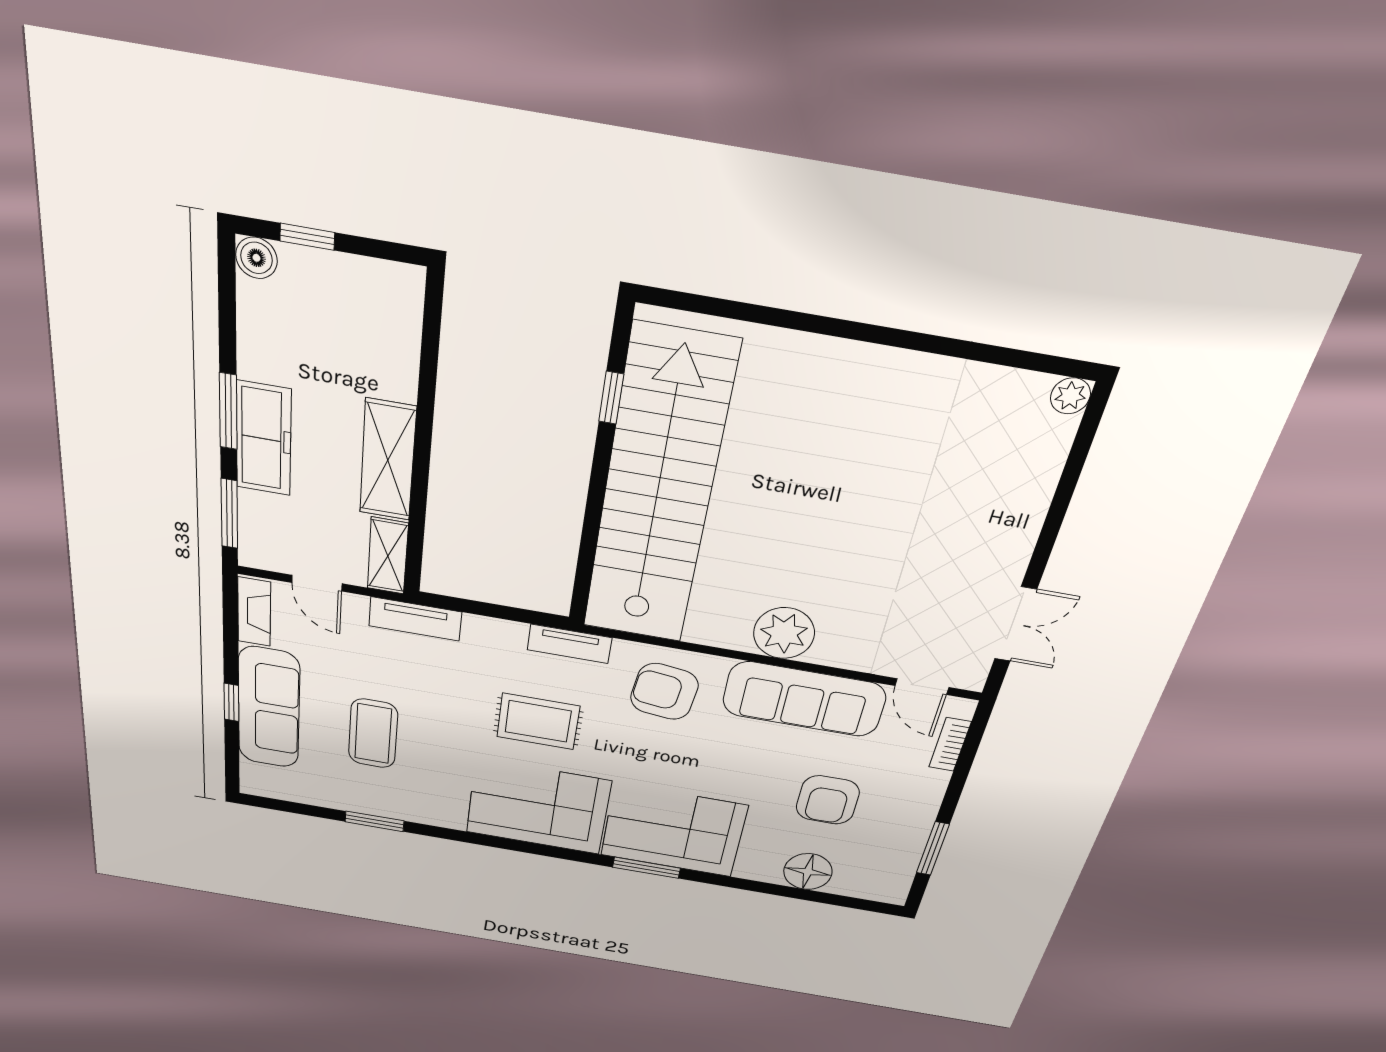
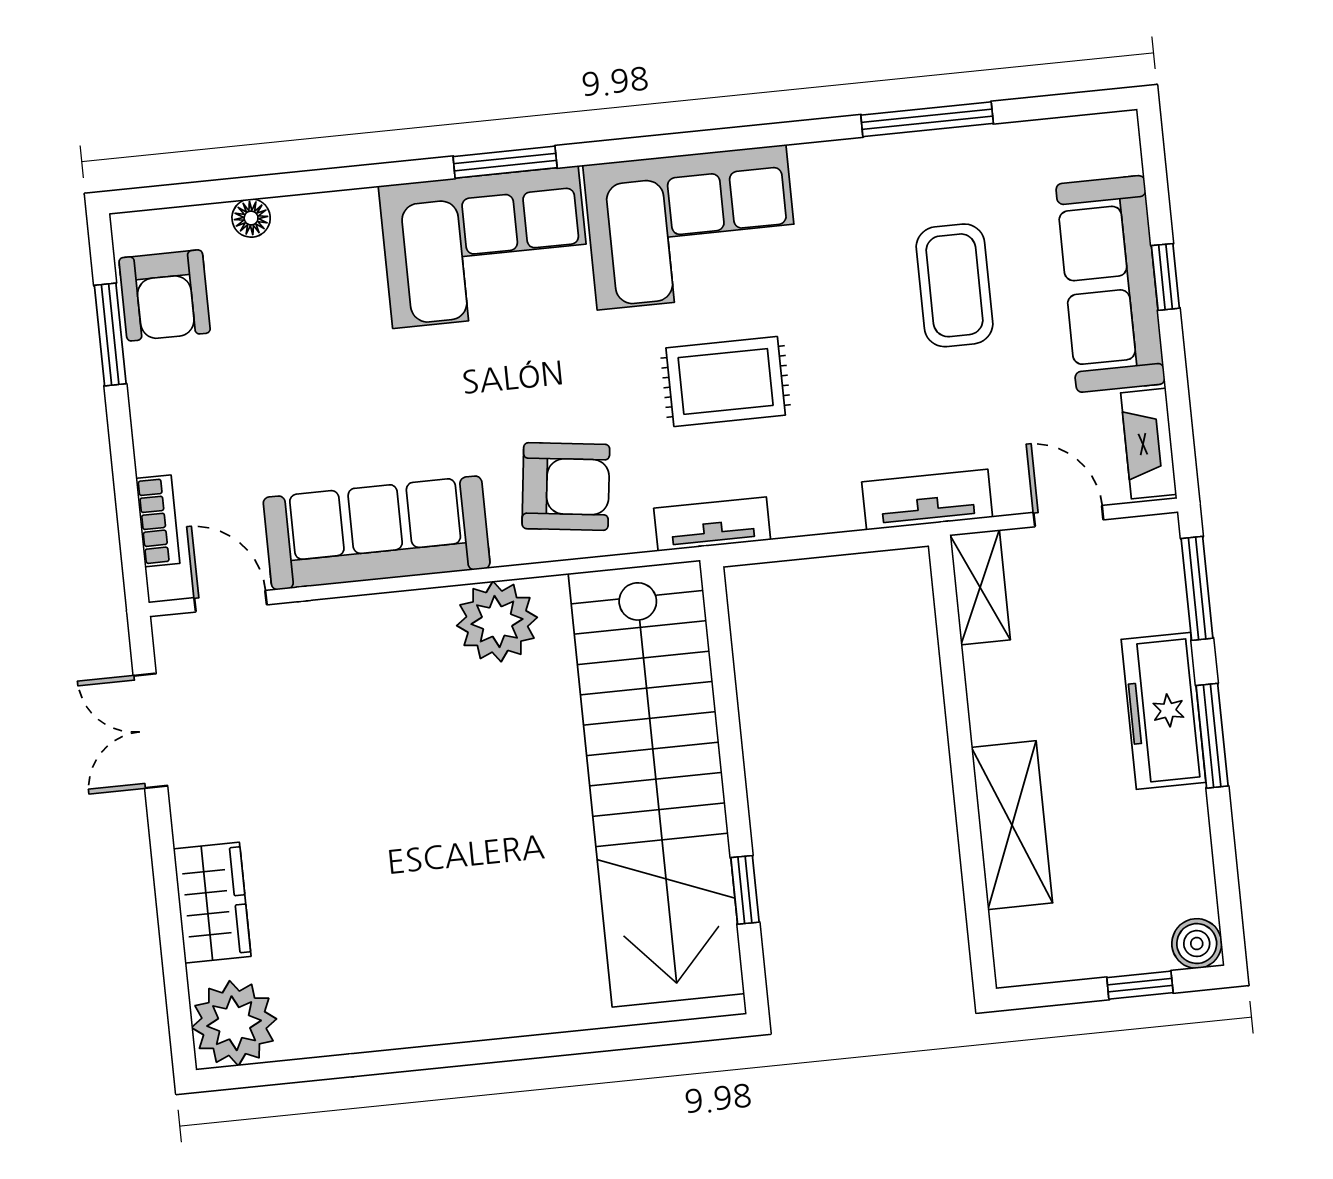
plant: (1070, 396) -> (234, 1023), width x1.88, depth x1.88
shelving: (388, 460) -> (1012, 825), moved
wardrobe: (1025, 500) -> (212, 903), added
plant: (784, 633) -> (497, 622), moved
armchair: (828, 800) -> (165, 295), moved, turned 180
window: (374, 821) -> (927, 119), width x1.44
floor lamp: (808, 872) -> (251, 218), width x0.53, depth x0.53

